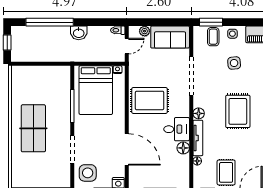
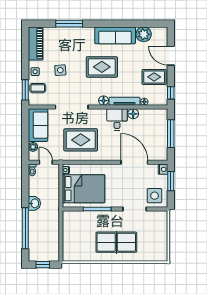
rug: (150, 100) -> (81, 140), moved, turned 90
door: (127, 149) -> (134, 162), hinge flipped

